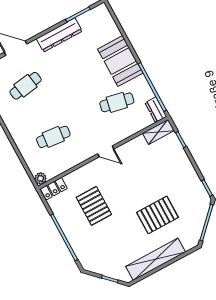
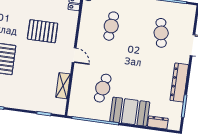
dresser: (156, 110) -> (158, 122), moved
shelving: (158, 132) -> (63, 86), moved
door: (106, 151) -> (74, 55), swing flipped
pallet: (94, 206) -> (43, 31), moved

